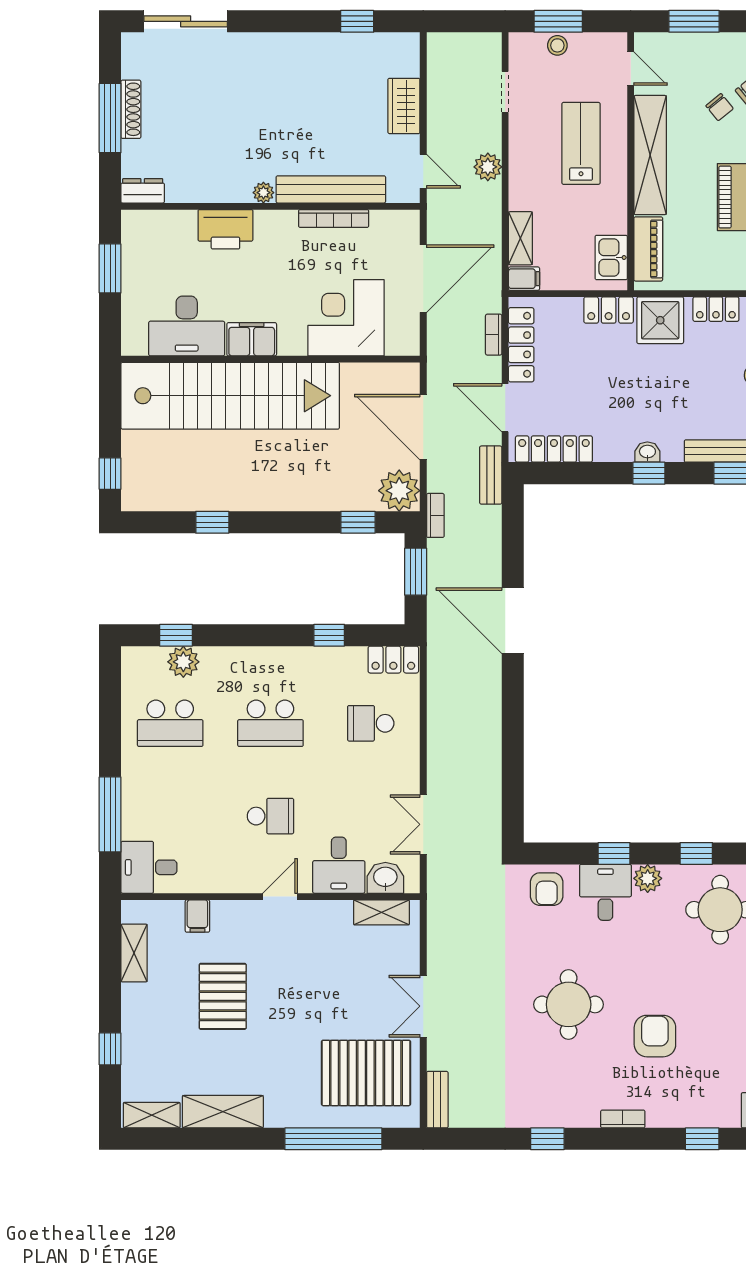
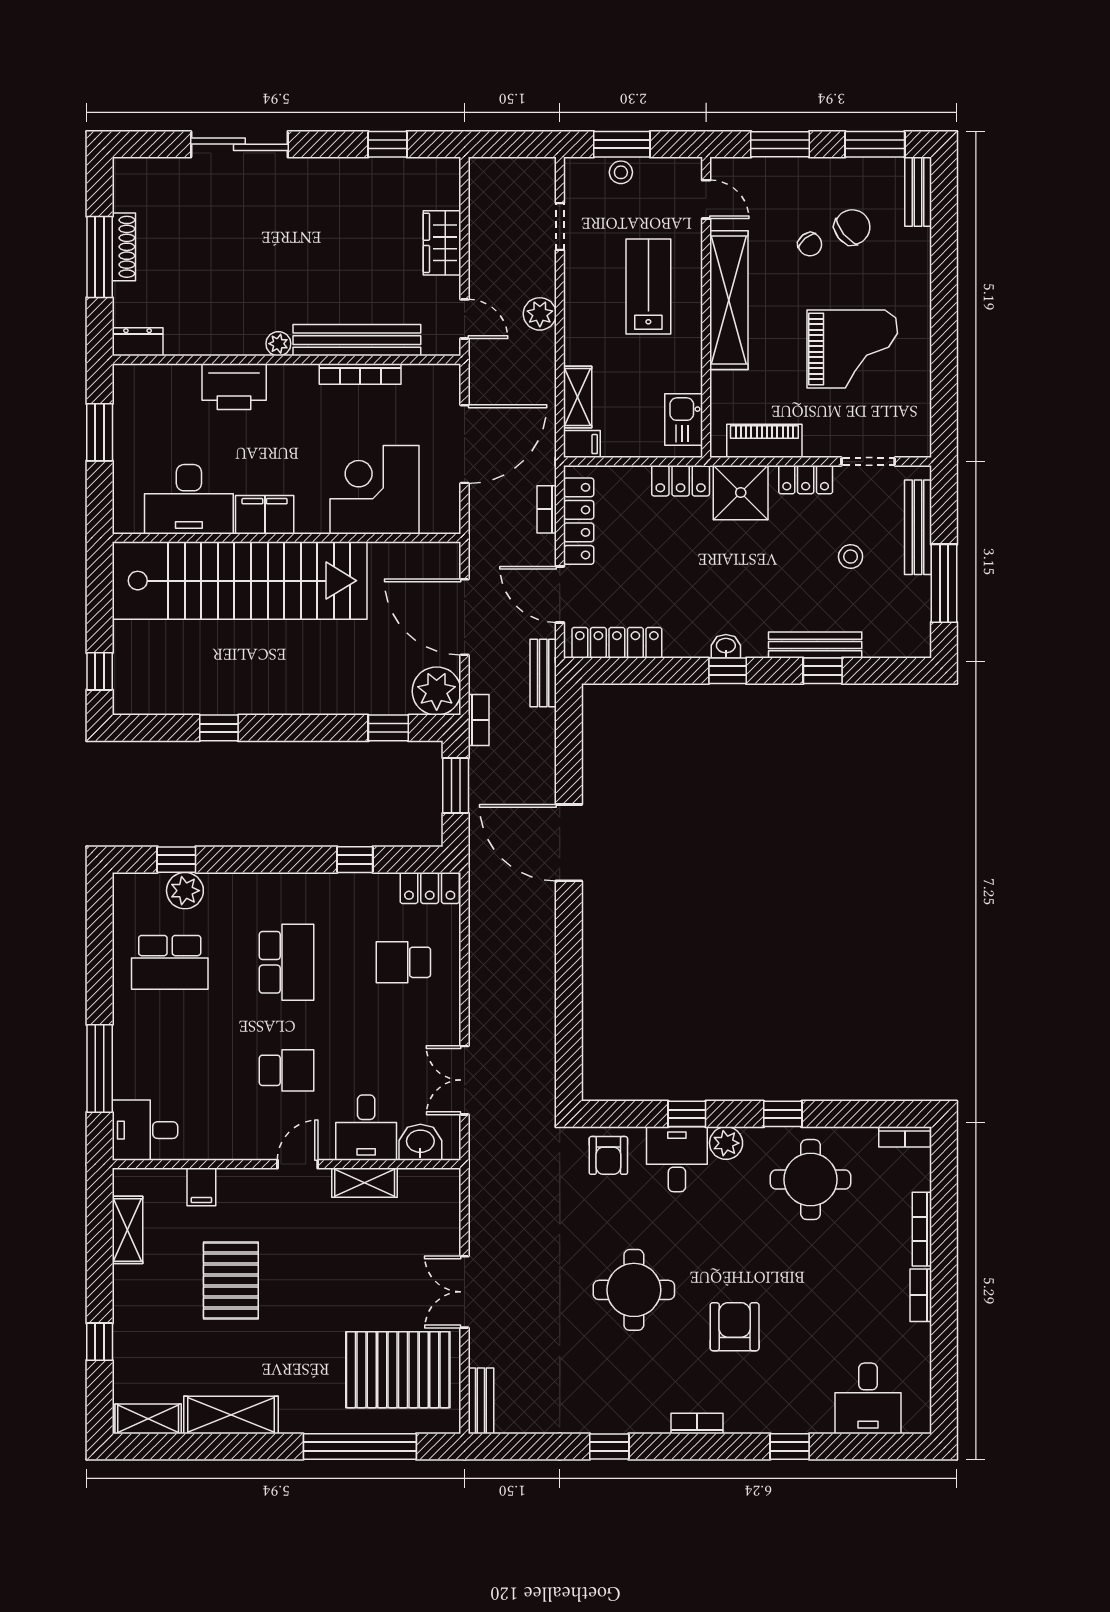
sliding door: (186, 21) -> (239, 144), moved
piano: (648, 249) -> (764, 441), moved, turned -90
school desk: (270, 723) -> (287, 962), turned -90
shelving: (381, 912) -> (365, 1183), moved

